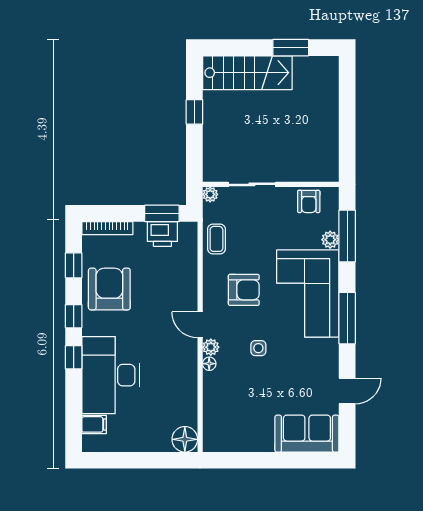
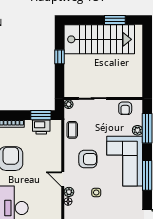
stairs: (247, 73) -> (99, 39), width x1.36, depth x1.51

